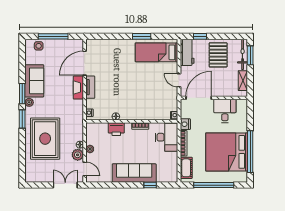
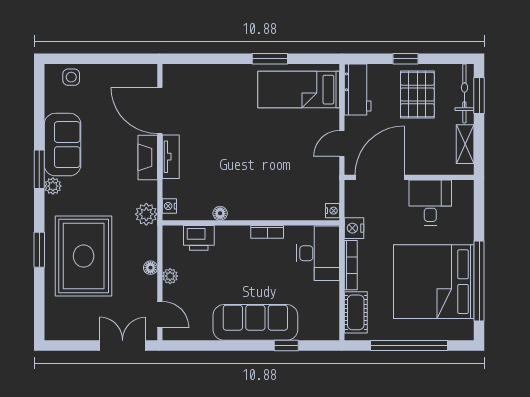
window: (53, 36) -> (99, 59), removed
window: (200, 36) -> (406, 59), moved
door: (85, 63) -> (160, 111), hinge flipped
door: (179, 80) -> (342, 144), hinge flipped
window: (22, 119) -> (39, 250), moved
printer: (116, 129) -> (199, 238), moved
plant: (78, 155) -> (146, 214), moved

